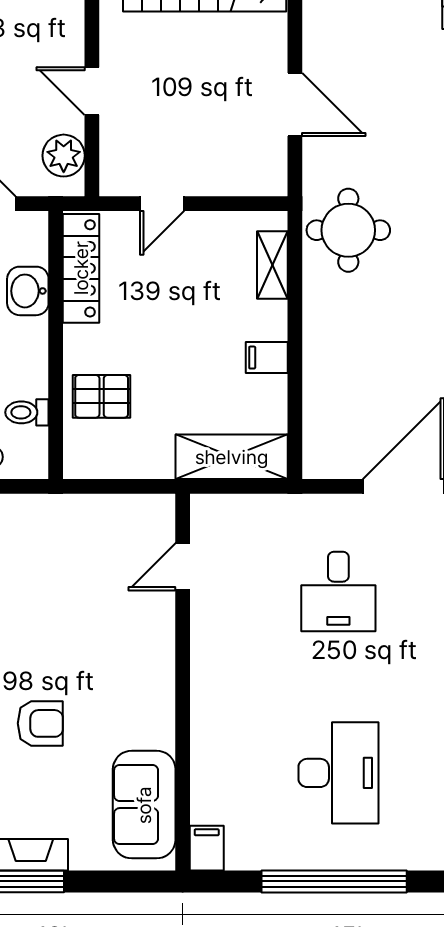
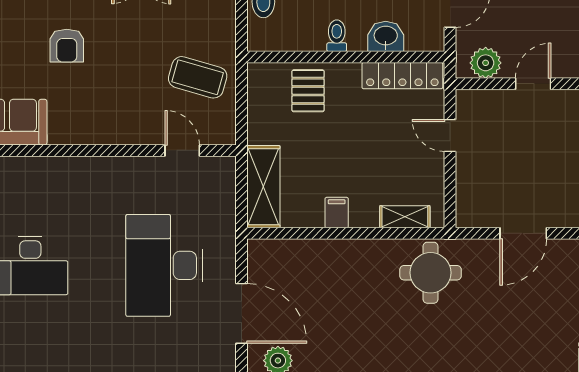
toilet: (27, 412) -> (337, 36), moved
coffee table: (83, 546) -> (198, 77), added
desk: (338, 591) -> (164, 265), width x1.87, depth x1.30

